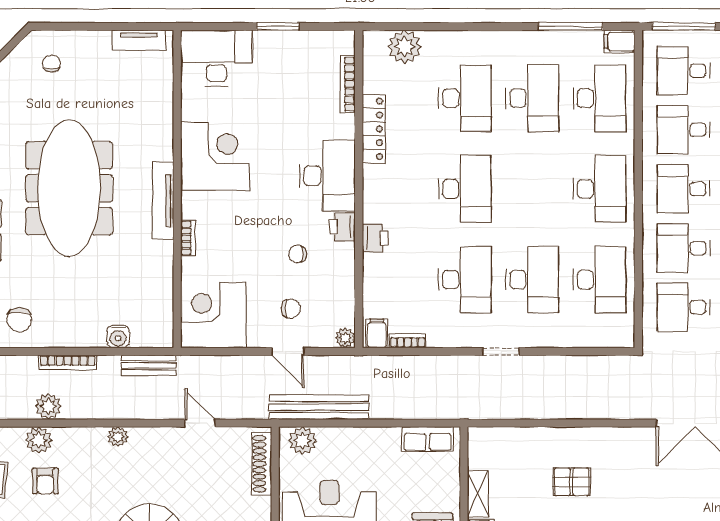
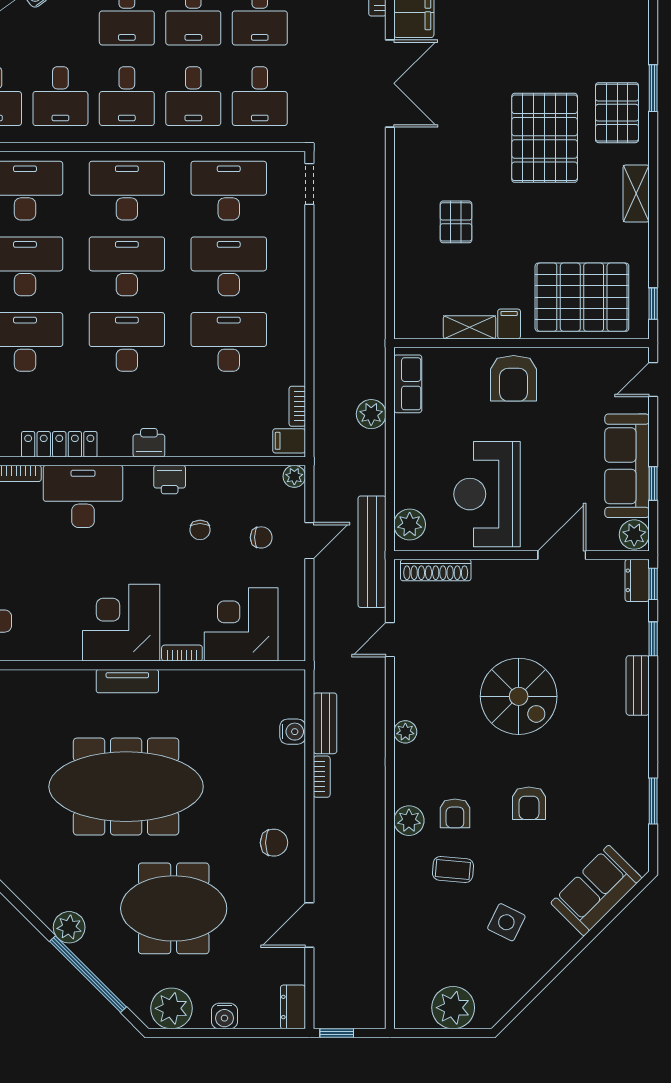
corner desk: (215, 156) -> (121, 623), moved
desk: (327, 176) -> (83, 496), moved
desk: (532, 189) -> (127, 266), added
tv unit: (163, 201) -> (127, 681), width x0.71
printer: (375, 238) -> (149, 443), moved
chair: (291, 309) -> (261, 537), turned 90
corner desk: (213, 315) -> (241, 624), moved, turned 90
doorway: (501, 351) -> (309, 184), moved
bookcase: (68, 362) -> (322, 777), width x0.64
bench: (149, 365) -> (325, 723), moved
plant: (48, 406) -> (371, 414), moved
bench: (319, 407) -> (372, 552), moved
armchair: (45, 481) -> (455, 813), turned 90

